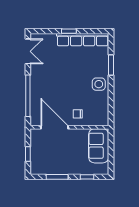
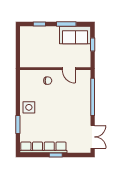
double door: (28, 51) -> (93, 137), swing flipped
door: (54, 127) -> (69, 69), width x0.53
sofa: (99, 146) -> (75, 35), moved, turned 90

